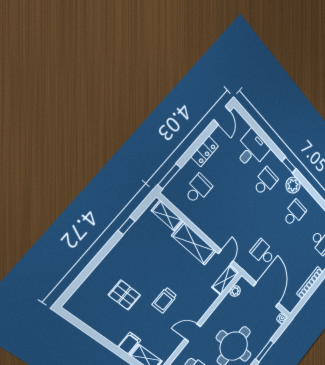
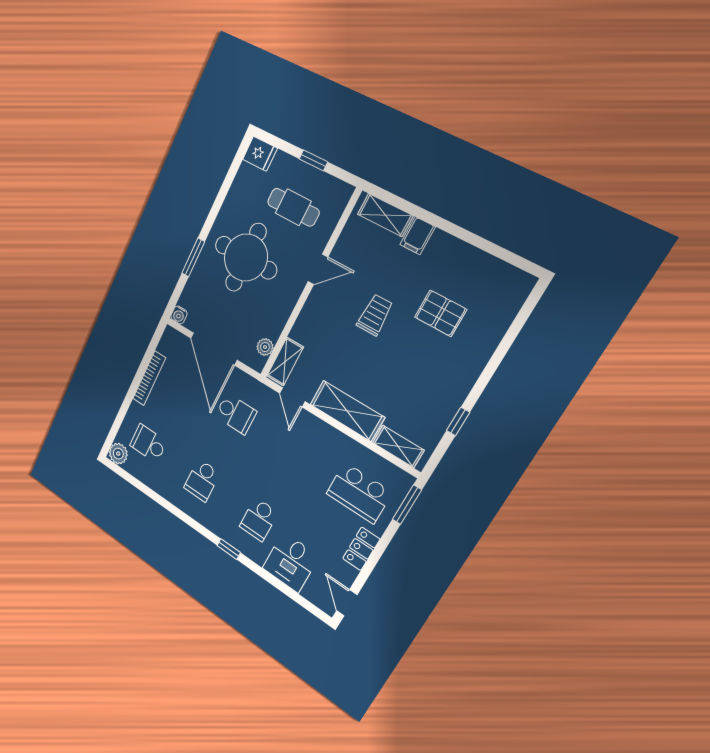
plant: (293, 185) -> (215, 521), removed
school desk: (198, 189) -> (359, 493), width x1.85

